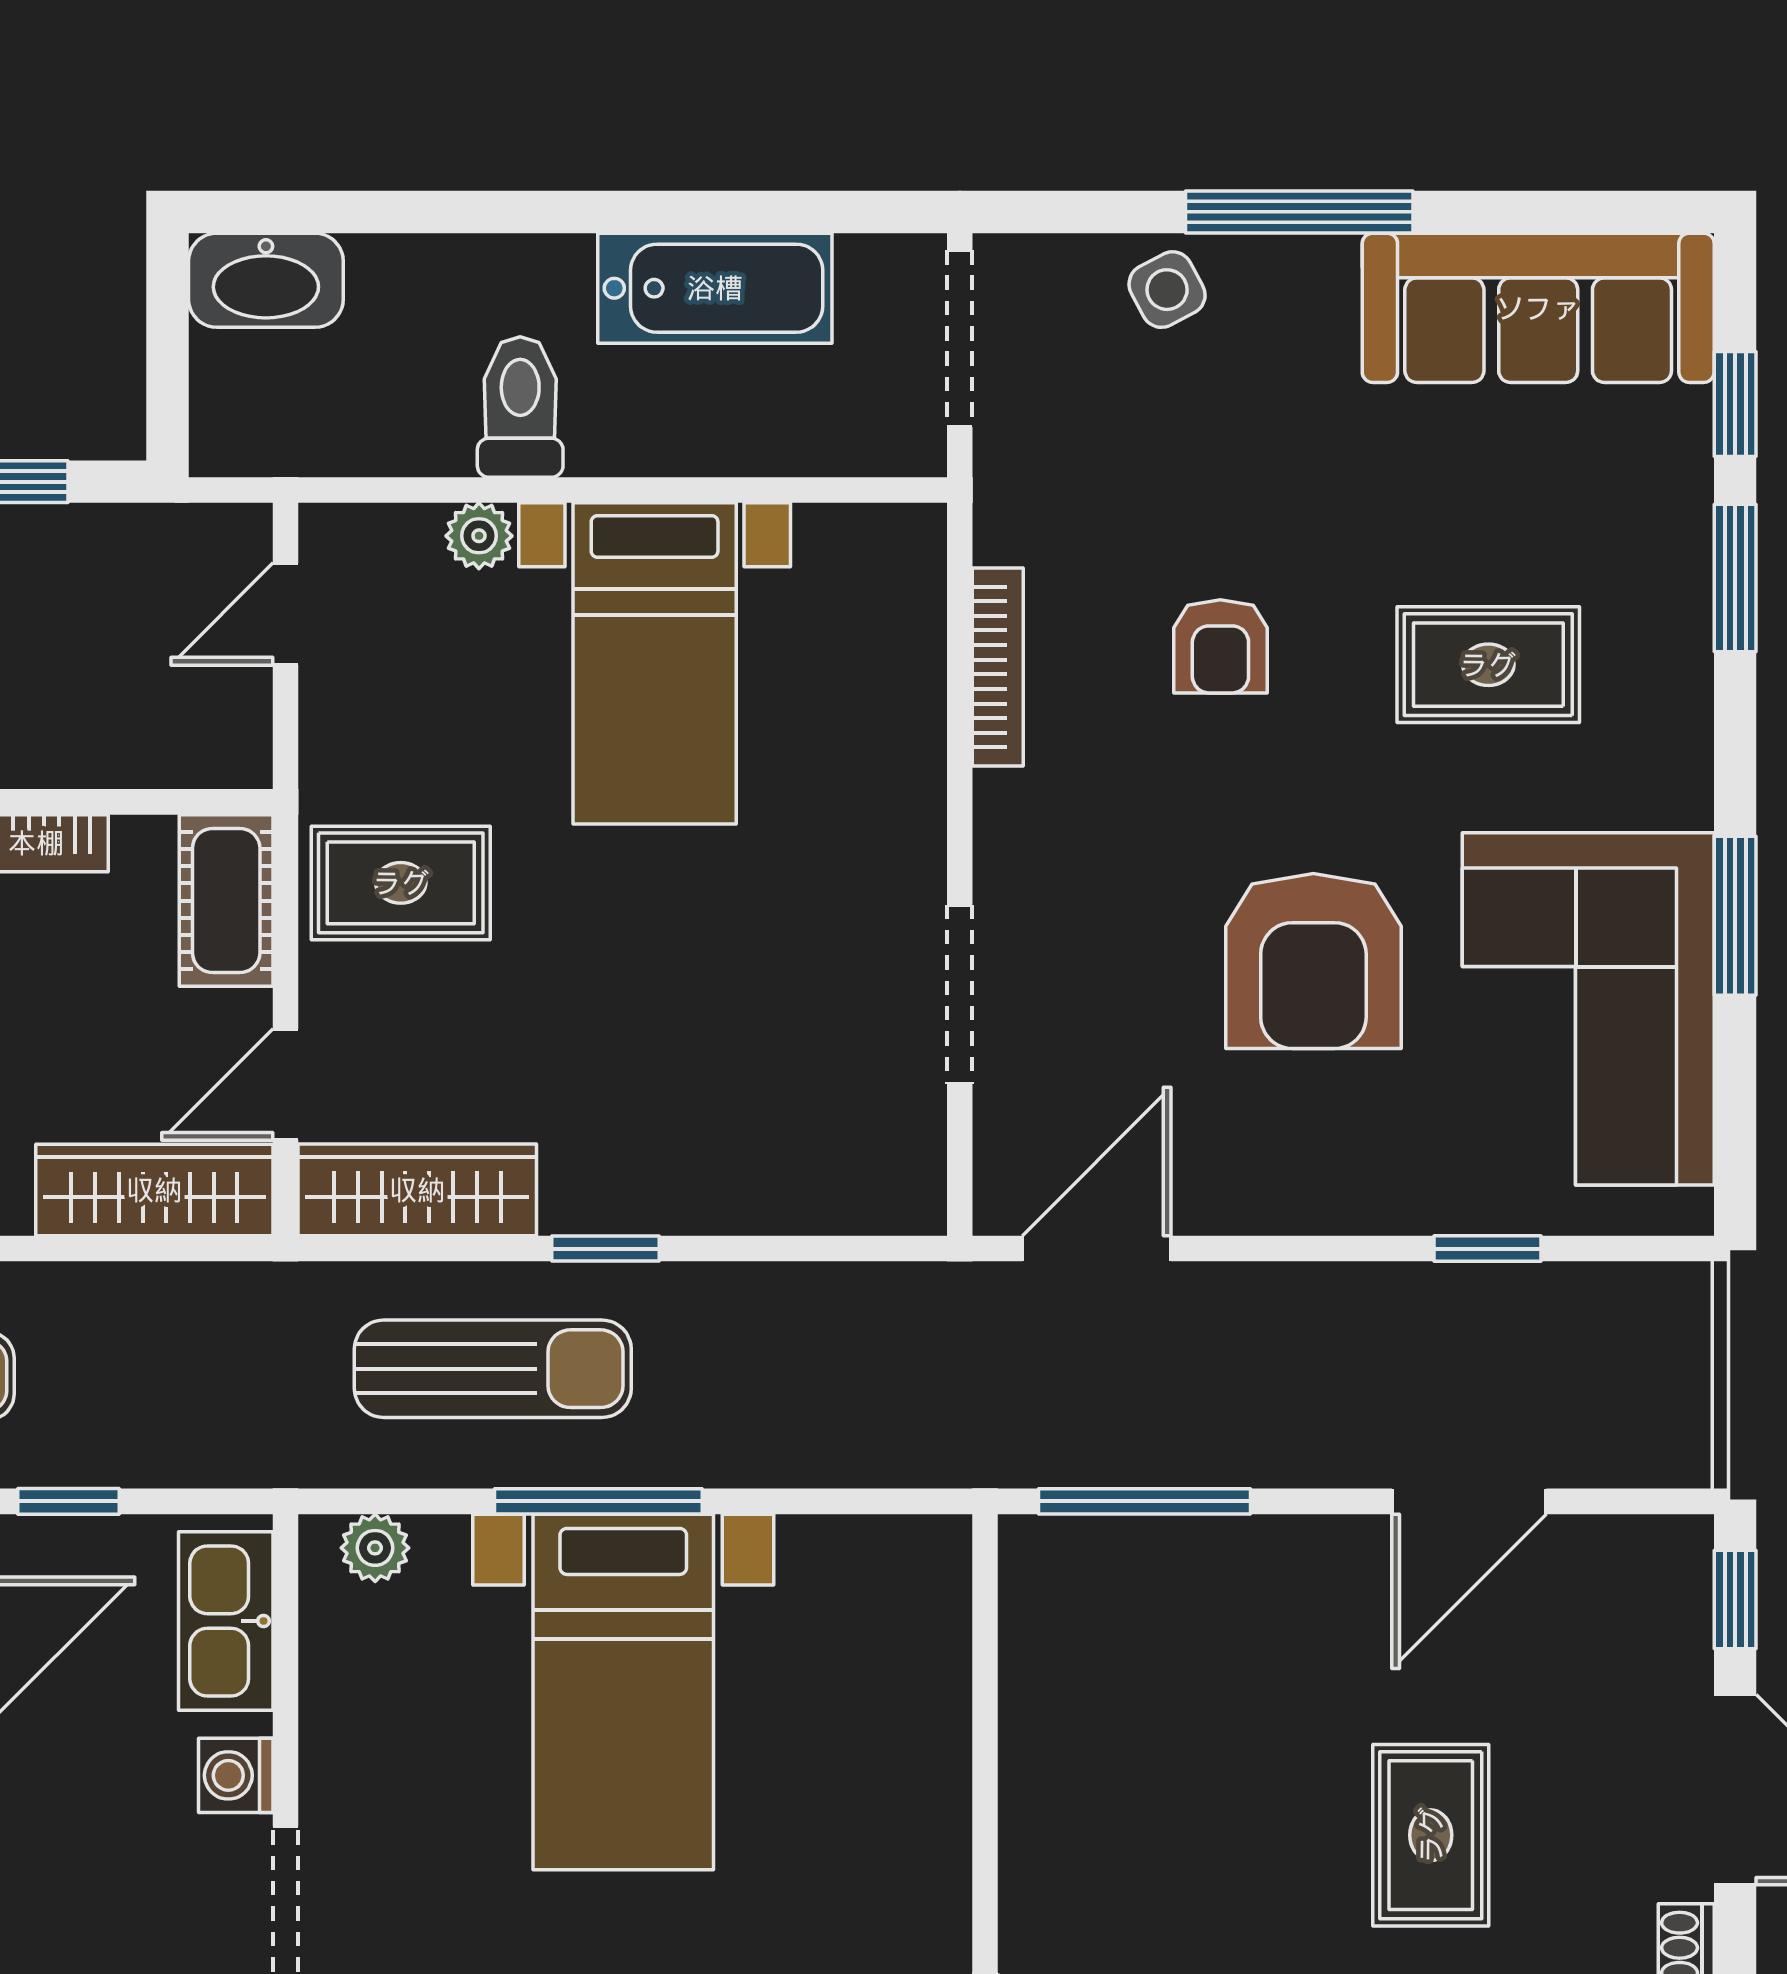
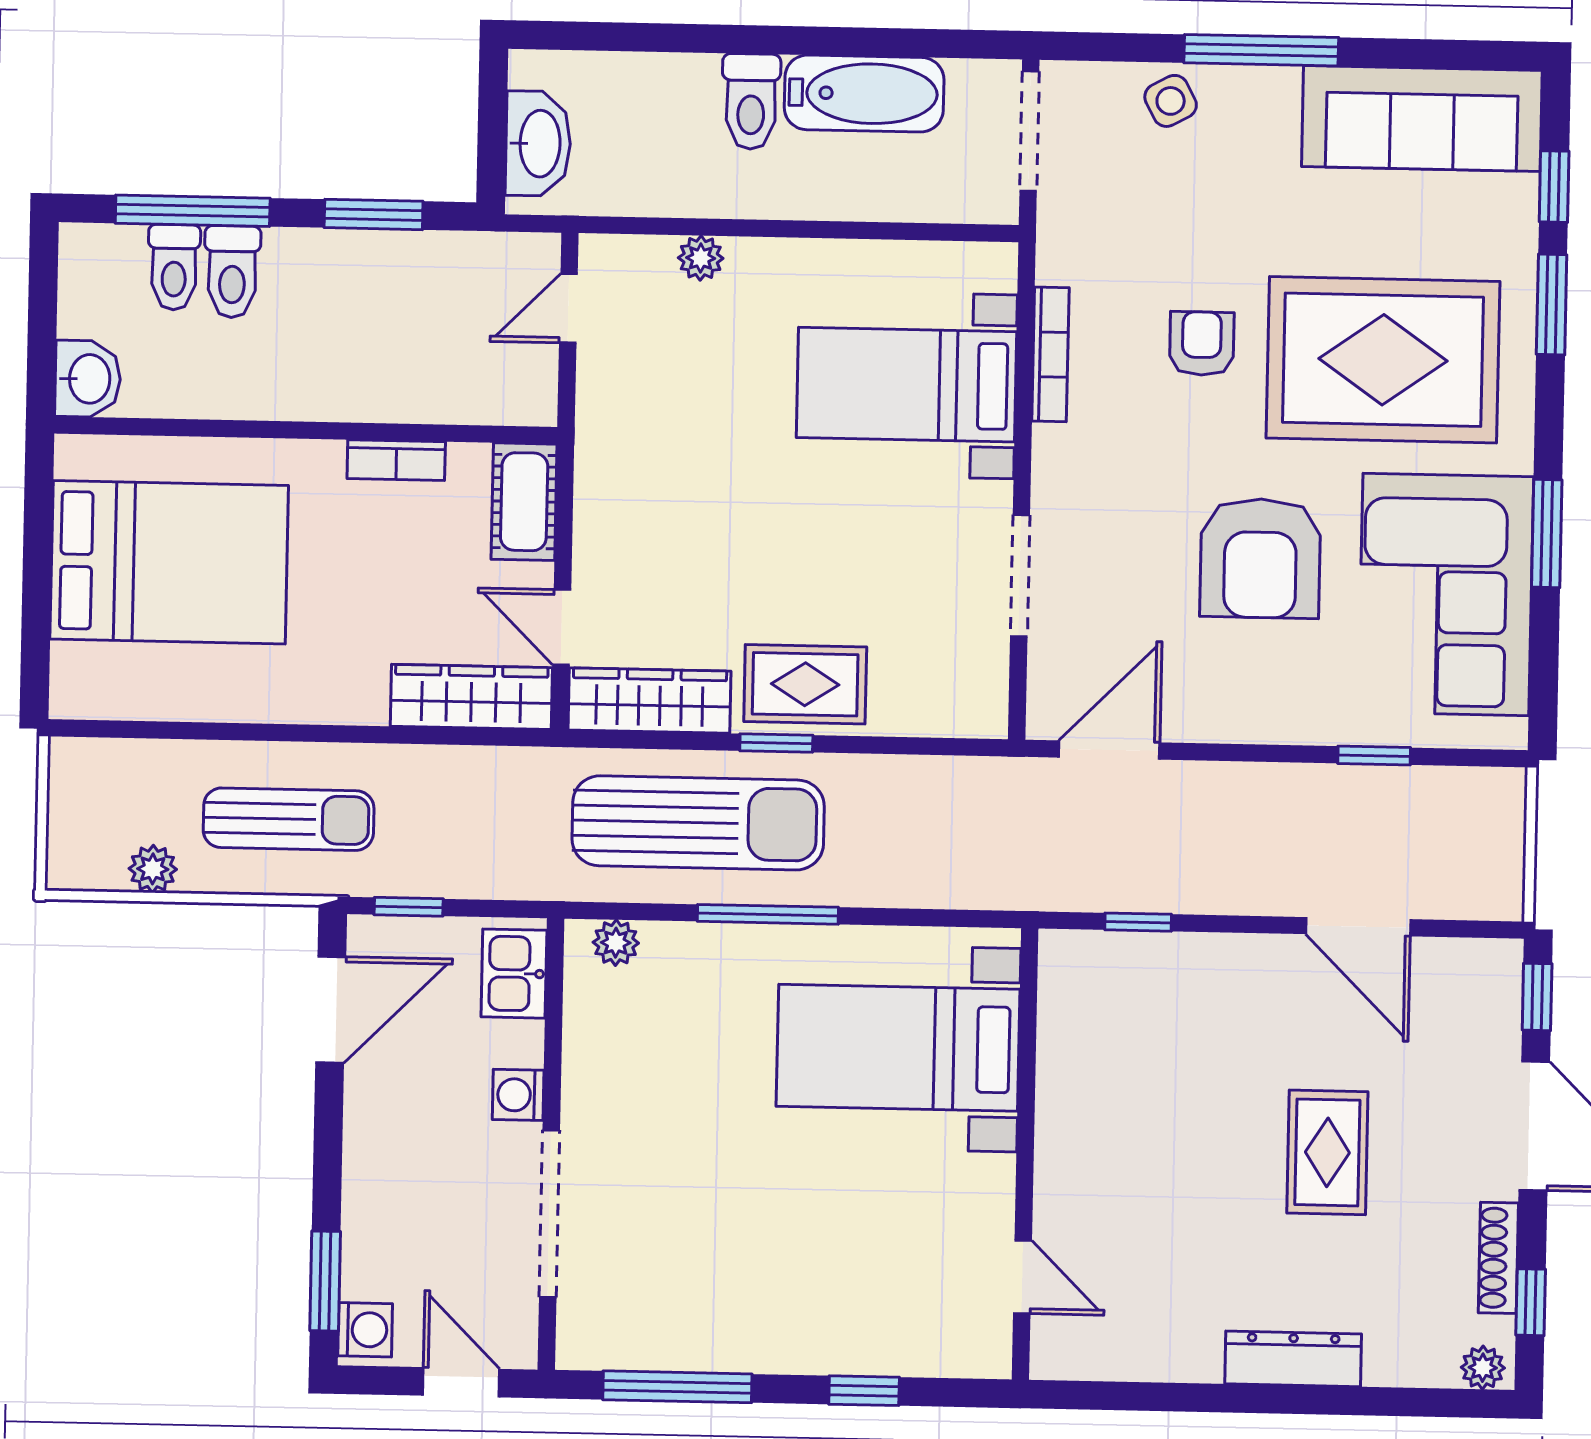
washbasin: (266, 280) -> (538, 144), moved, turned -90
toilet: (520, 407) -> (751, 101), moved, turned 180
armchair: (1220, 646) -> (1202, 344), turned 180
bed with nightstands: (655, 663) -> (906, 385), moved, turned 90
rug: (1488, 665) -> (1383, 360), width x1.86, depth x2.06
rug: (401, 883) -> (805, 684), moved
door: (286, 1085) -> (562, 627), hinge flipped
sun lounger: (493, 1369) -> (698, 823), width x1.36, depth x1.34
window: (1145, 1501) -> (1138, 922), width x0.46
door: (1469, 1501) -> (1358, 927), hinge flipped
kitchen sink: (226, 1621) -> (514, 974), width x0.73
bed with nightstands: (623, 1692) -> (898, 1048), moved, turned 90

